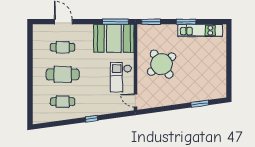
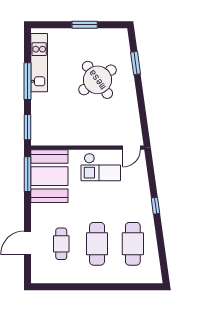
window: (186, 22) -> (28, 81), width x1.44
round table: (162, 64) -> (97, 80), moved
window: (229, 65) -> (85, 25), added
cafe table: (63, 102) -> (133, 244), width x1.37, depth x1.35

